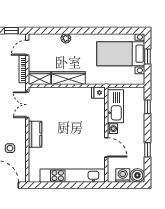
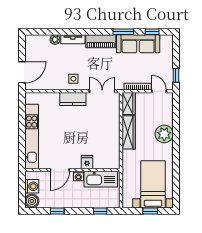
plant: (66, 38) -> (164, 134), width x1.87, depth x1.87
fridge: (98, 93) -> (87, 162), moved
side table: (10, 148) -> (73, 79), moved

